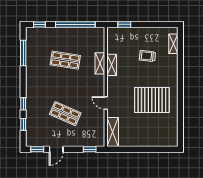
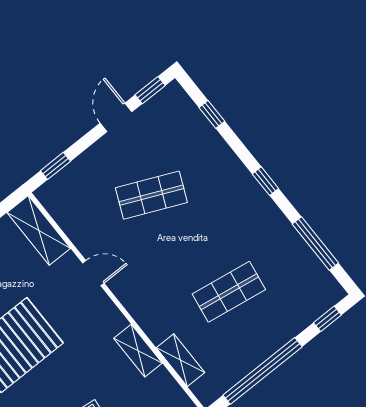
shelving: (100, 63) -> (180, 360), moved
window: (23, 104) -> (265, 181), moved

